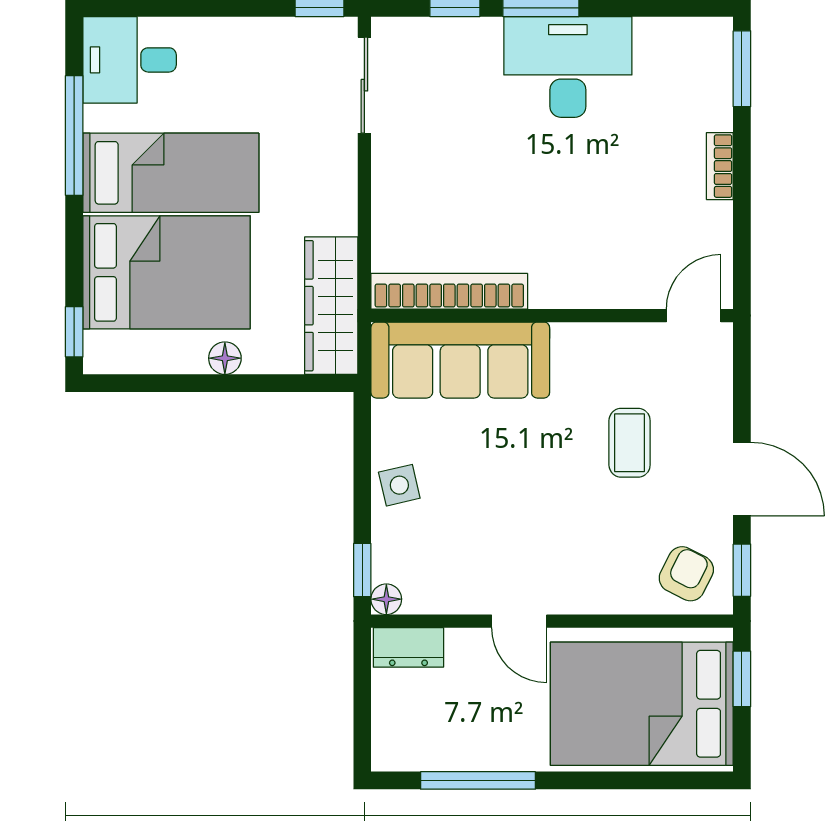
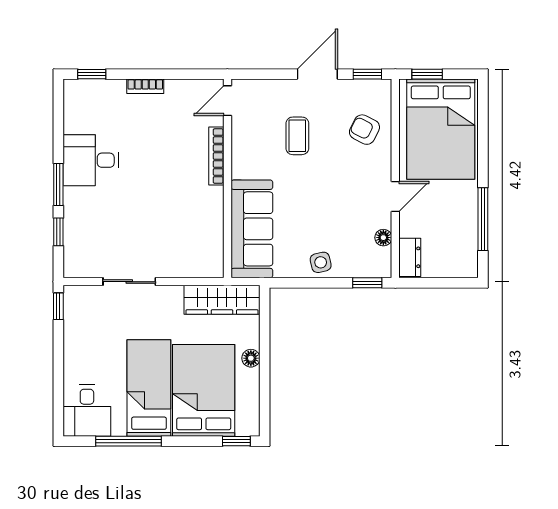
desk: (568, 67) -> (91, 160), width x0.73
window: (742, 69) -> (92, 74), width x0.67
sliding door: (364, 85) -> (129, 282), moved
bookcase: (449, 291) -> (216, 156), moved, width x0.68, depth x0.76
door: (694, 316) -> (227, 101), hinge flipped
coffee table: (630, 443) -> (297, 136), turned 90
armchair: (686, 574) -> (364, 130), moved
floor lamp: (386, 599) -> (383, 238), moved

